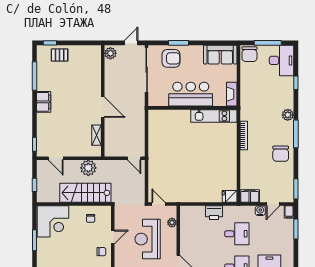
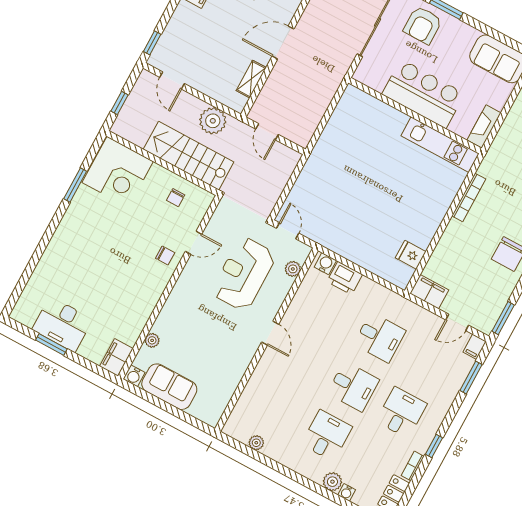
armchair: (171, 58) -> (423, 25), turned 90
door: (103, 107) -> (283, 43), swing flipped
door: (134, 158) -> (267, 132), moved
fridge: (230, 196) -> (411, 255), moved
water cooler: (260, 211) -> (325, 264), moved
printer: (214, 213) -> (345, 278), moved

